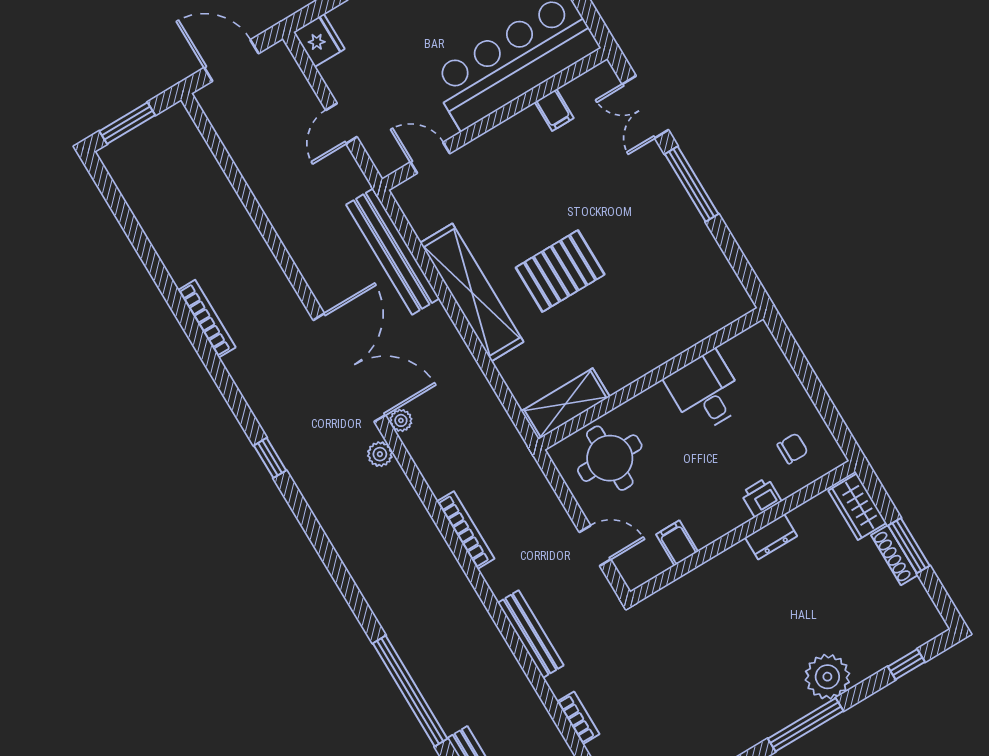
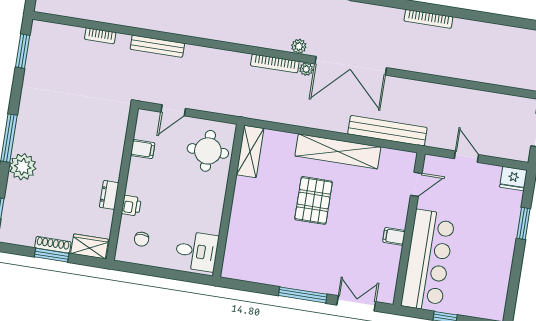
filing cabinet: (554, 110) -> (394, 236), moved
desk: (706, 392) -> (197, 251), moved
bookcase: (466, 530) -> (275, 64), moved

